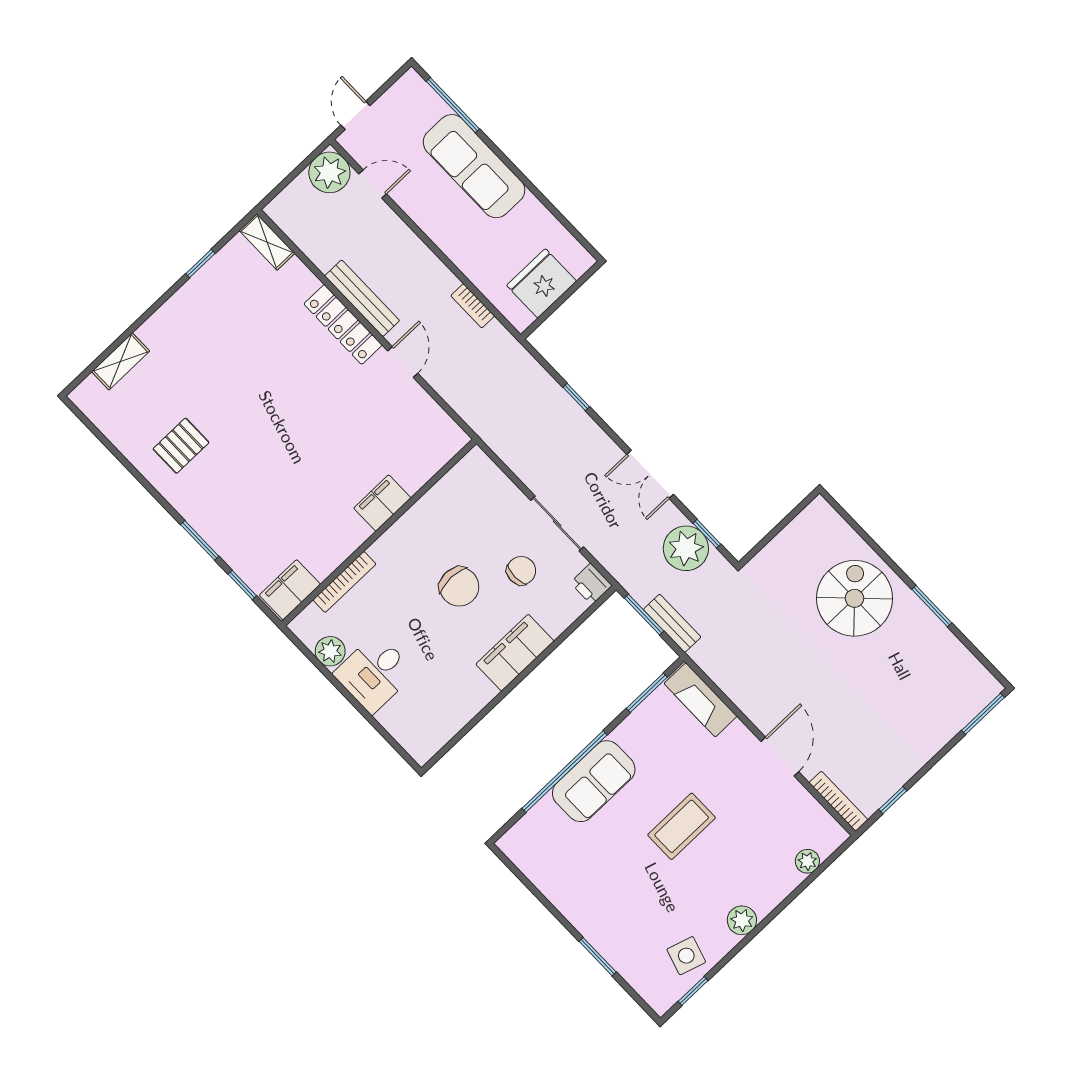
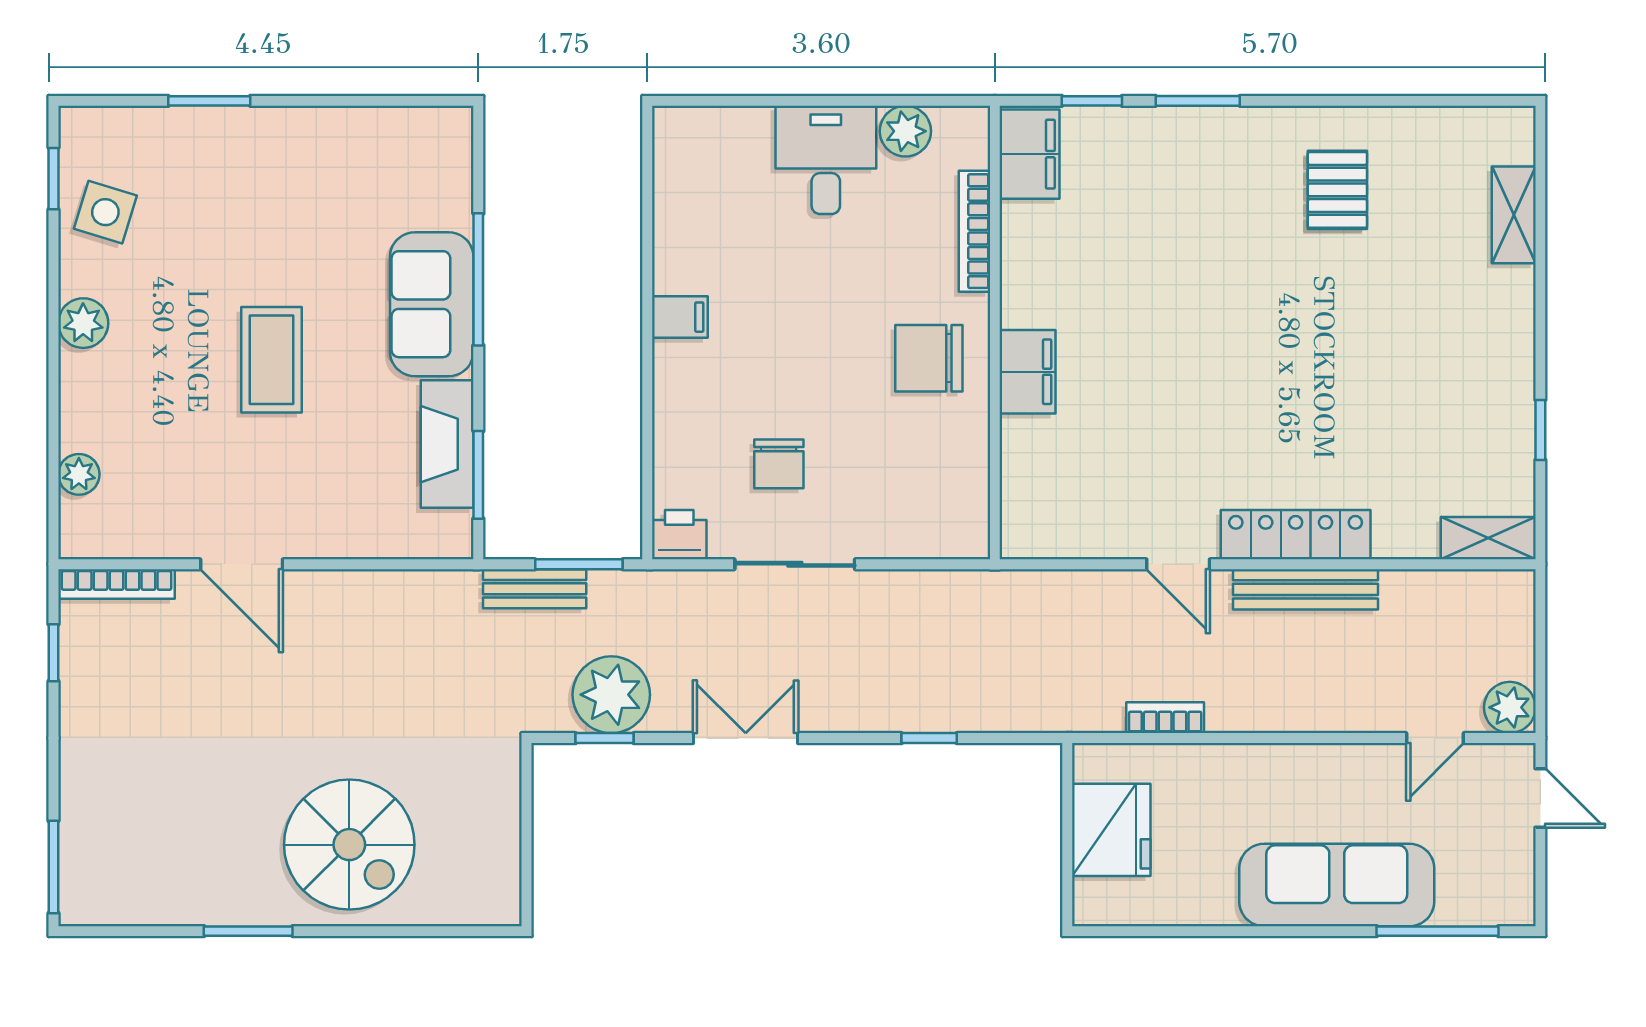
plant: (329, 172) -> (1510, 707), width x0.73, depth x0.73
chair: (459, 587) -> (929, 358), moved
filing cabinet: (515, 653) -> (680, 317), width x0.33, depth x0.86
fireplace: (701, 700) -> (447, 444), moved, turned -90
window: (564, 772) -> (478, 279), width x0.68

